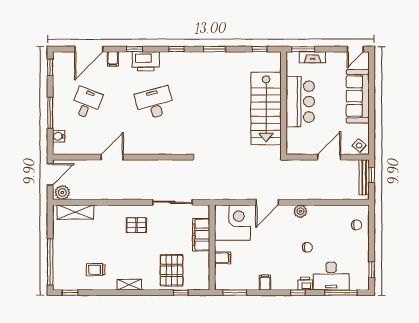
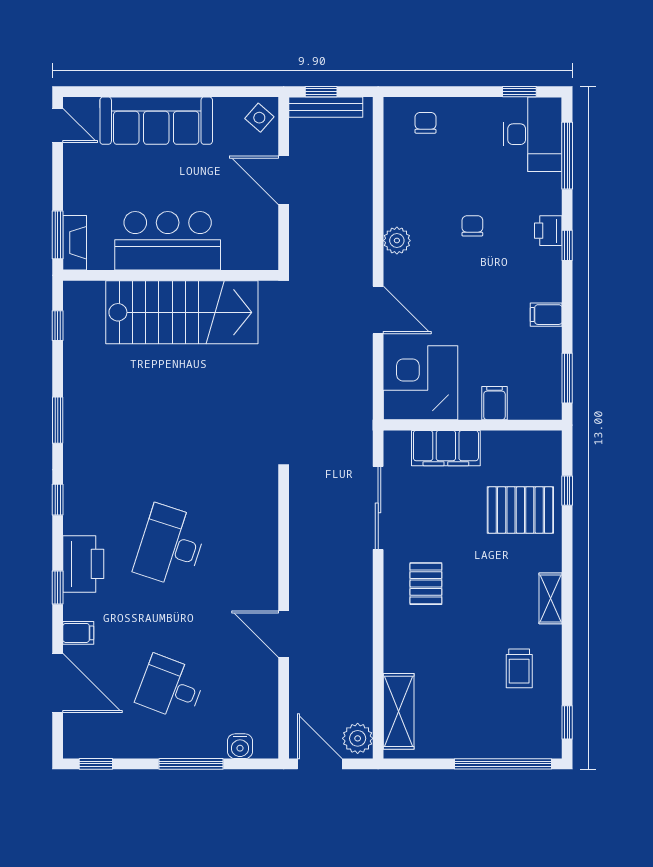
fireplace: (312, 57) -> (75, 243), moved
desk: (154, 103) -> (171, 546), turned 33
desk: (331, 276) -> (533, 134), moved

